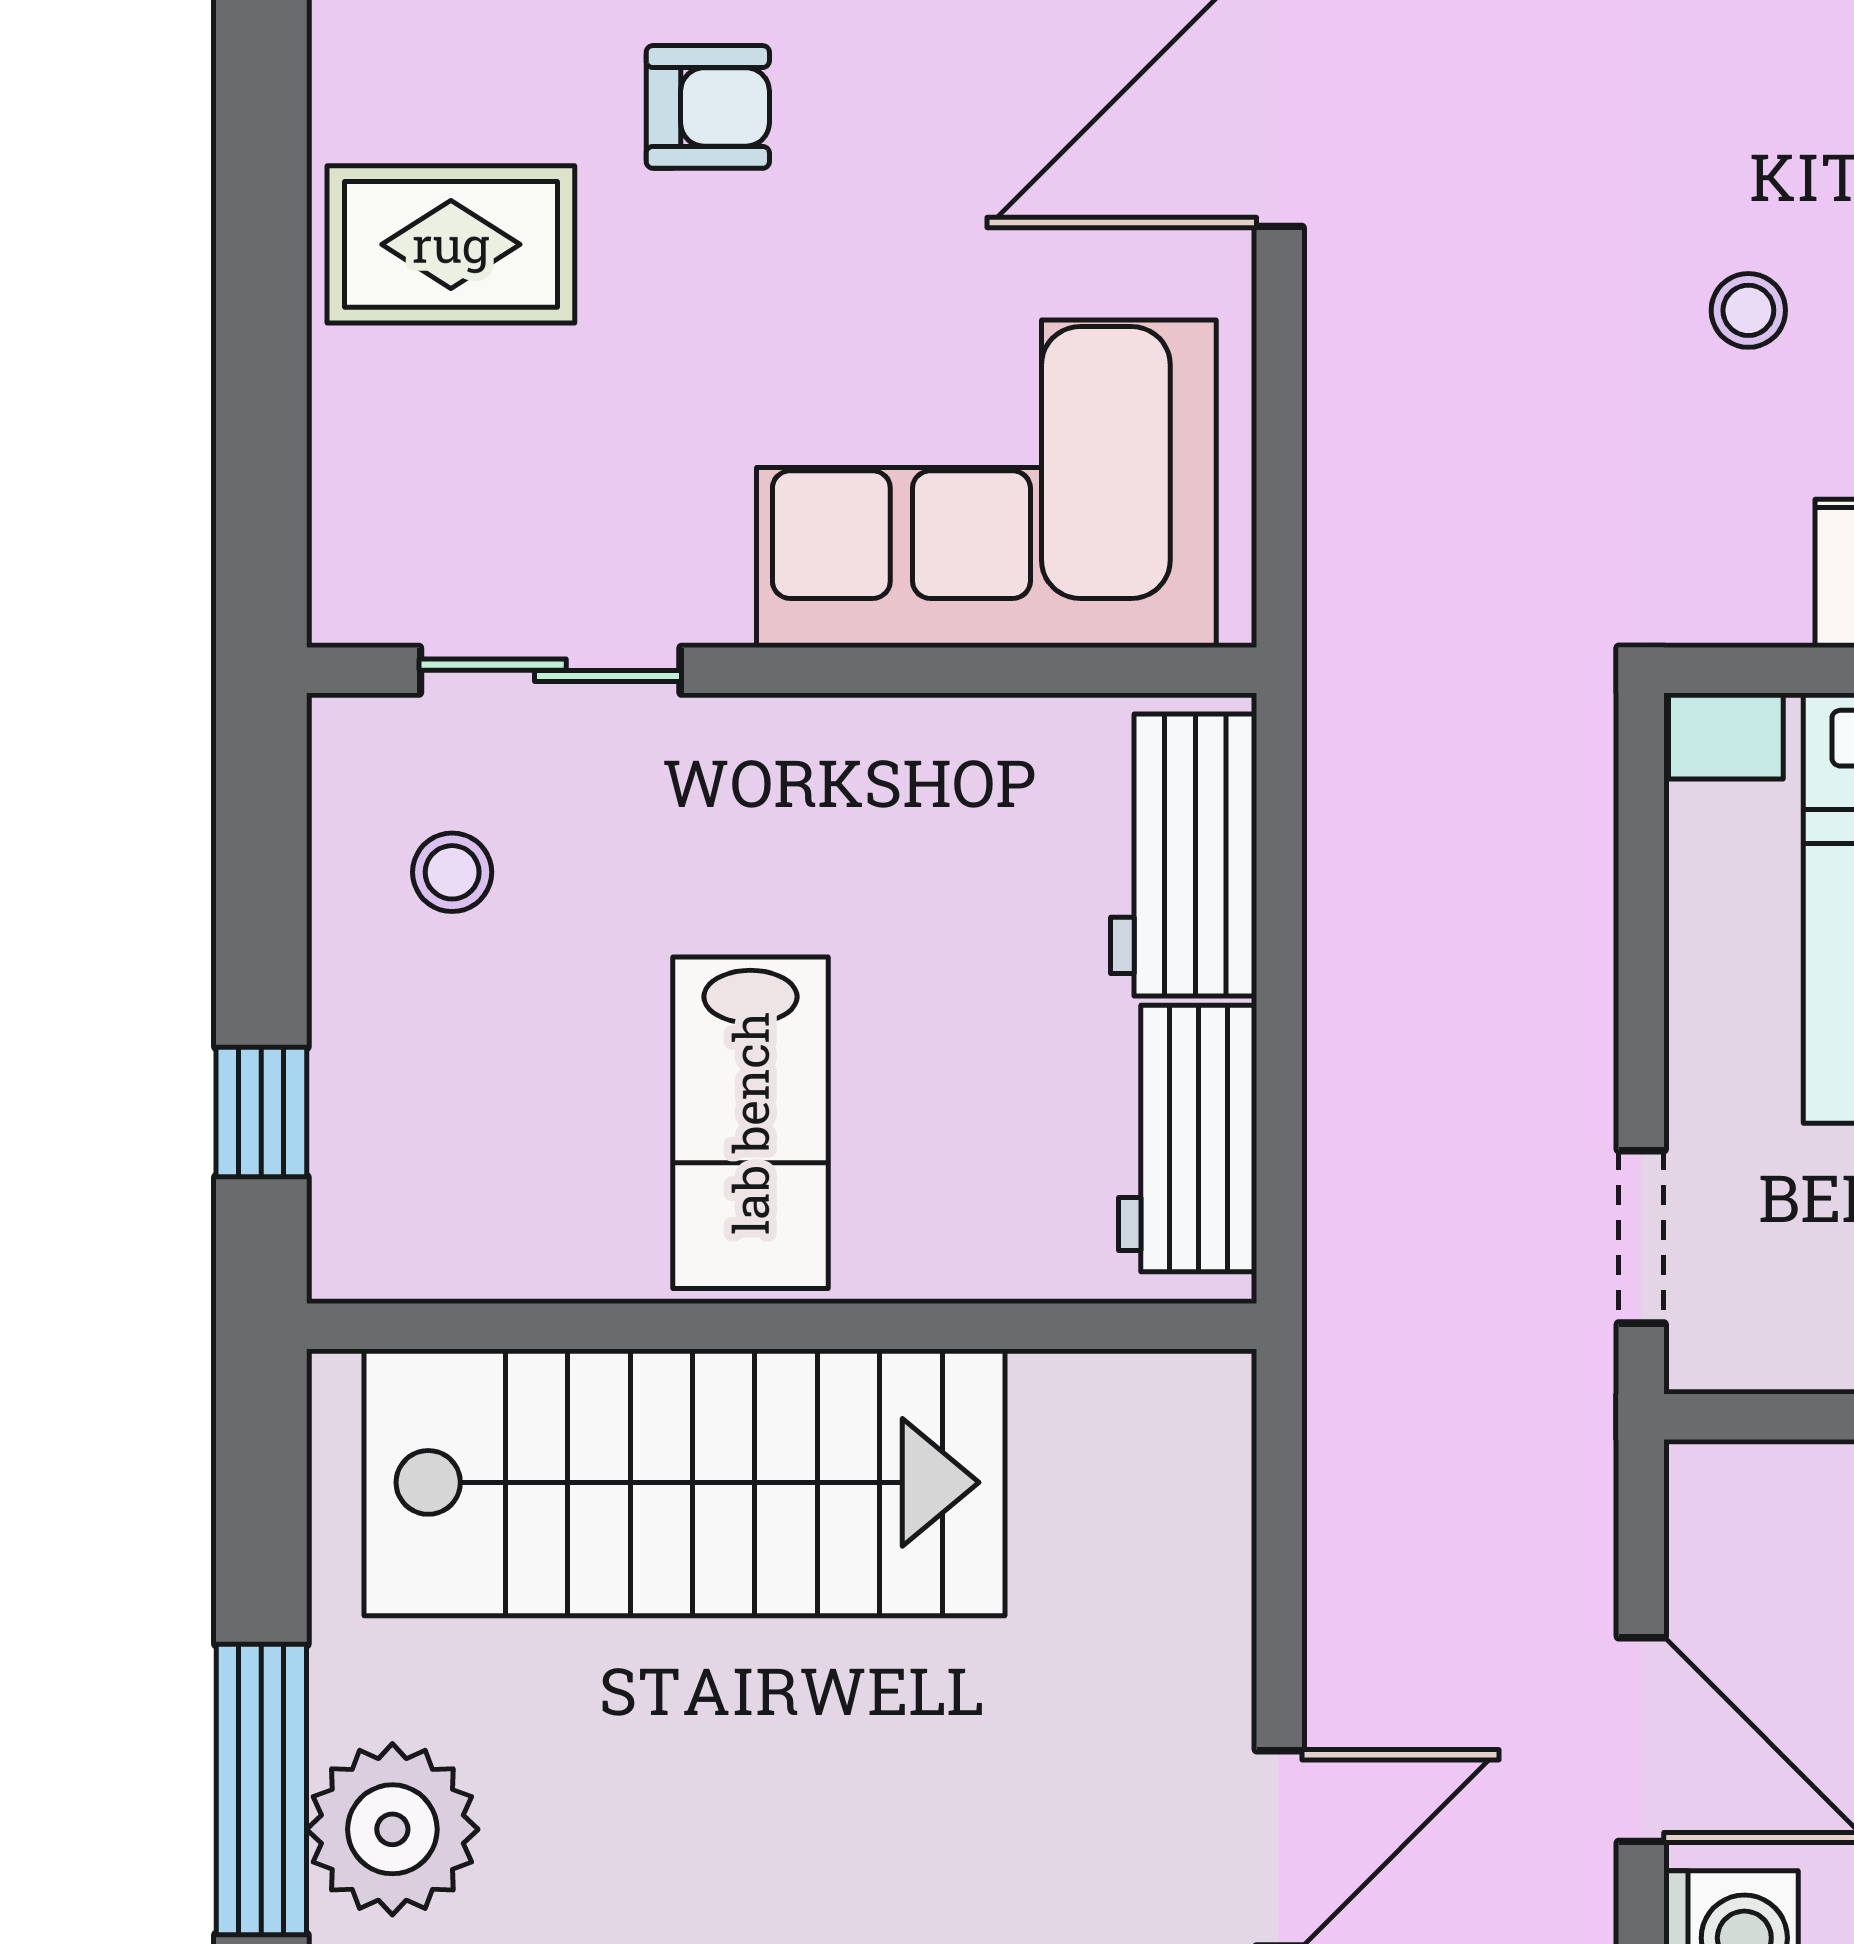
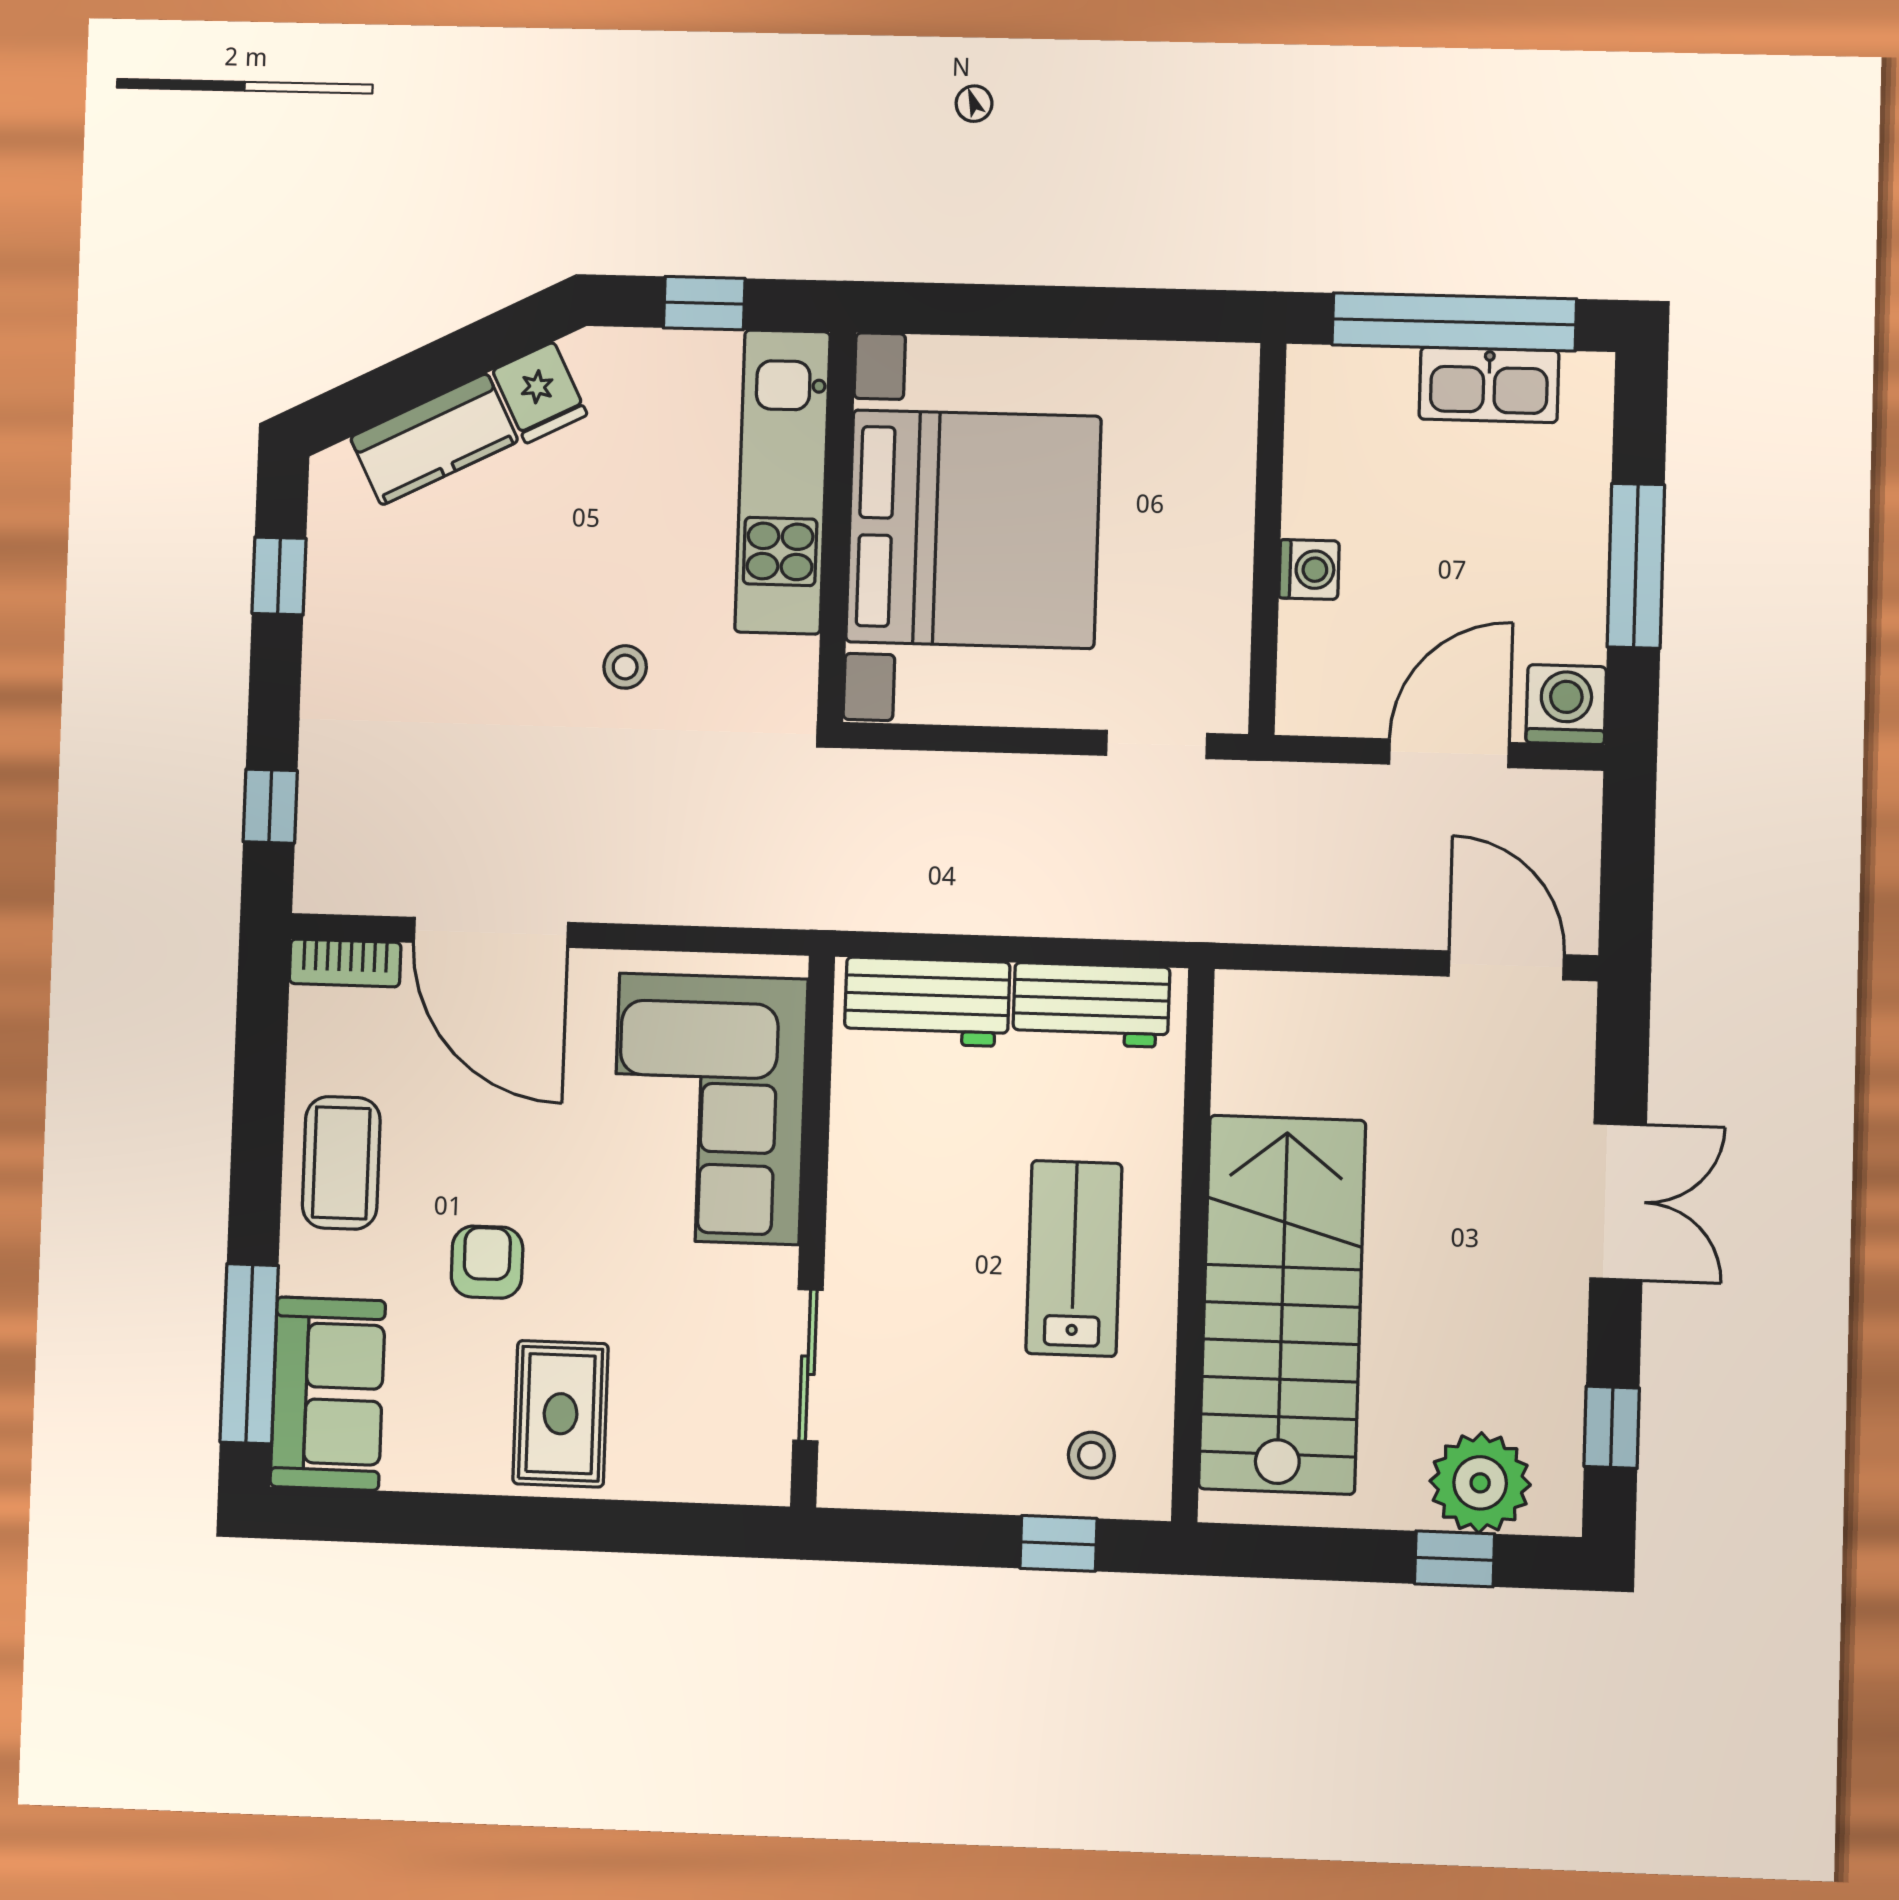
stool: (452, 872) -> (1091, 1455), moved
lab bench: (750, 1123) -> (1074, 1258), turned -90
window: (261, 1790) -> (1455, 1559), width x0.46

